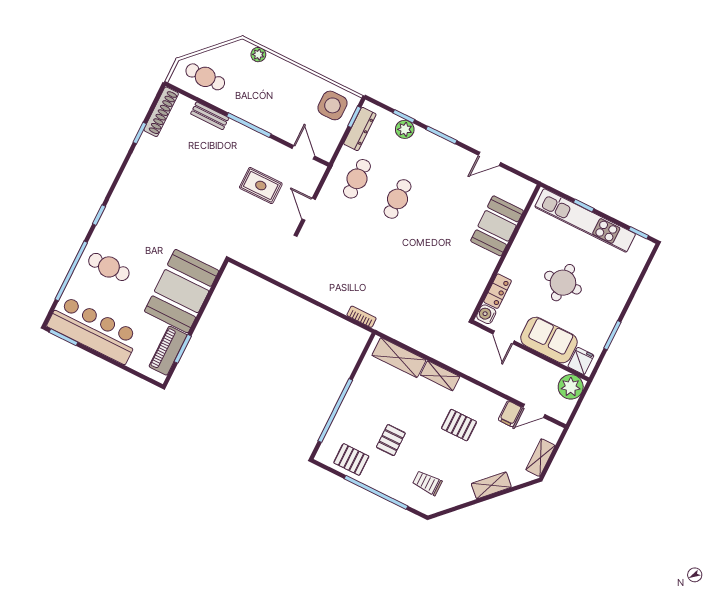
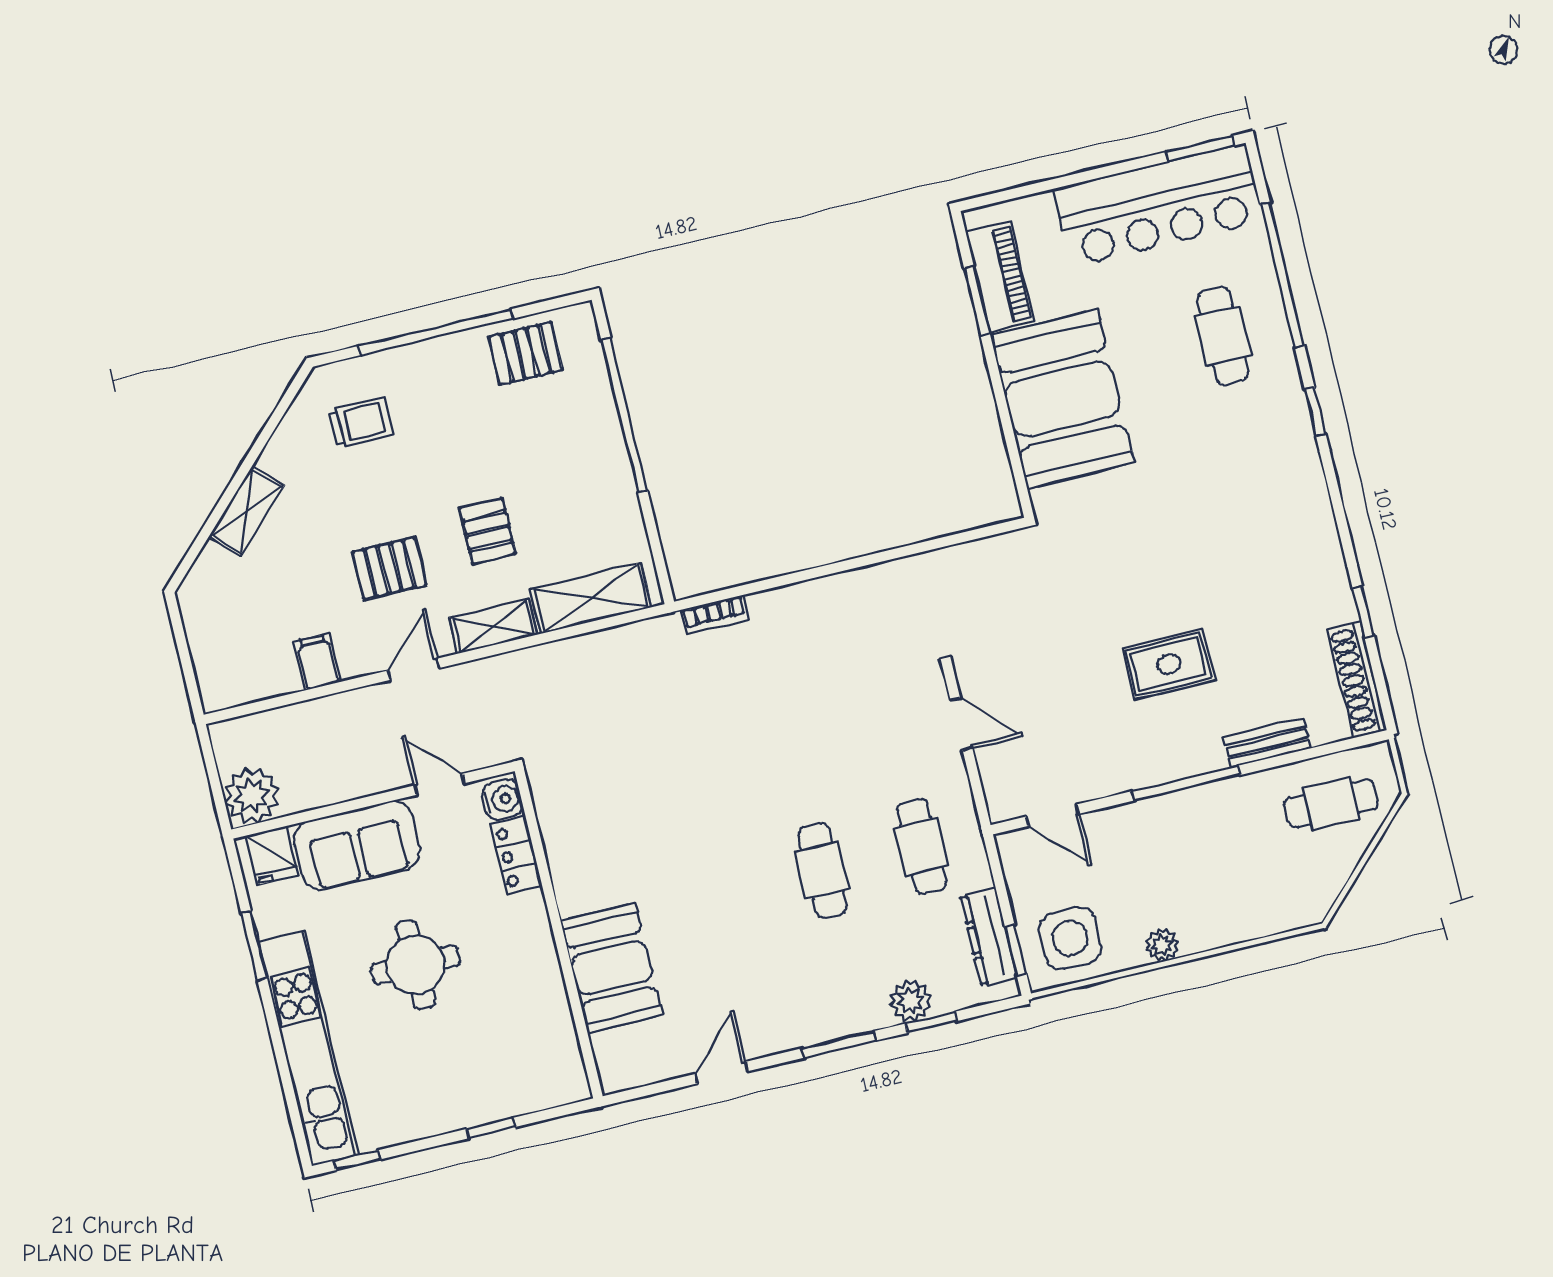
plant: (258, 55) -> (1162, 945), moved
rug: (261, 186) -> (1169, 664), moved
kitchen unit: (585, 220) -> (308, 1048), moved, turned 90
cafe table: (109, 267) -> (1223, 336), turned 90
door: (534, 411) -> (414, 669), moved
pallet: (391, 440) -> (487, 531), moved
shelving: (541, 458) -> (202, 630), removed

